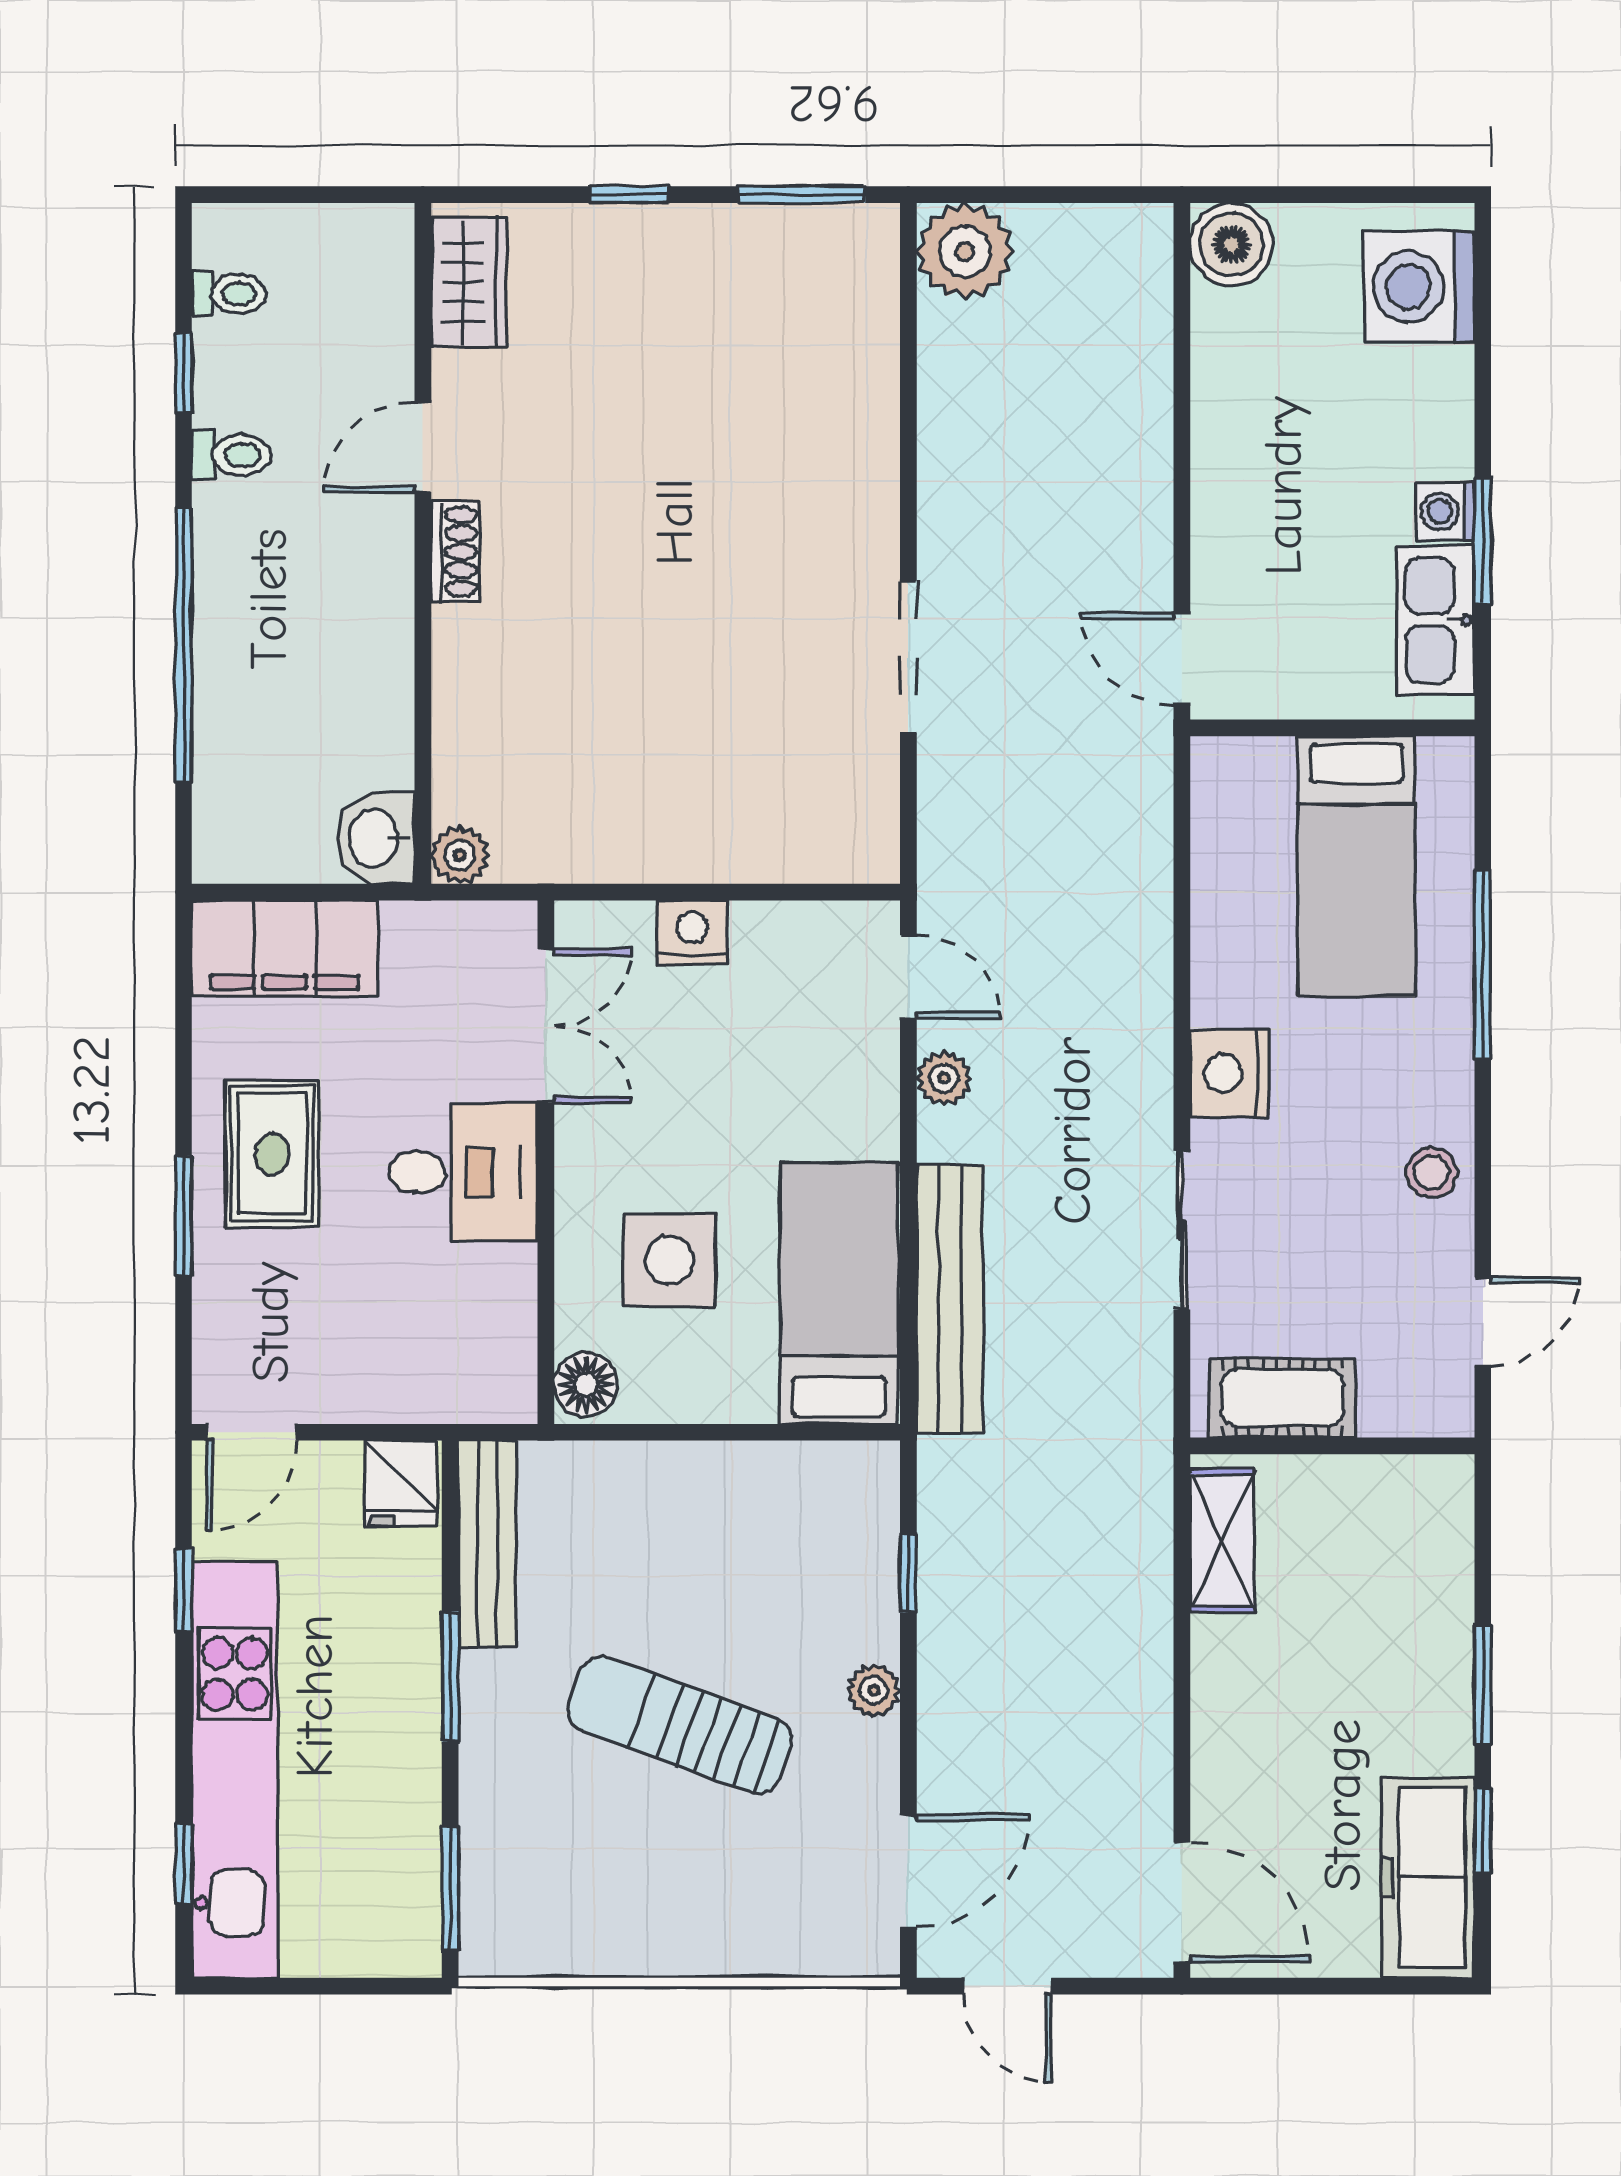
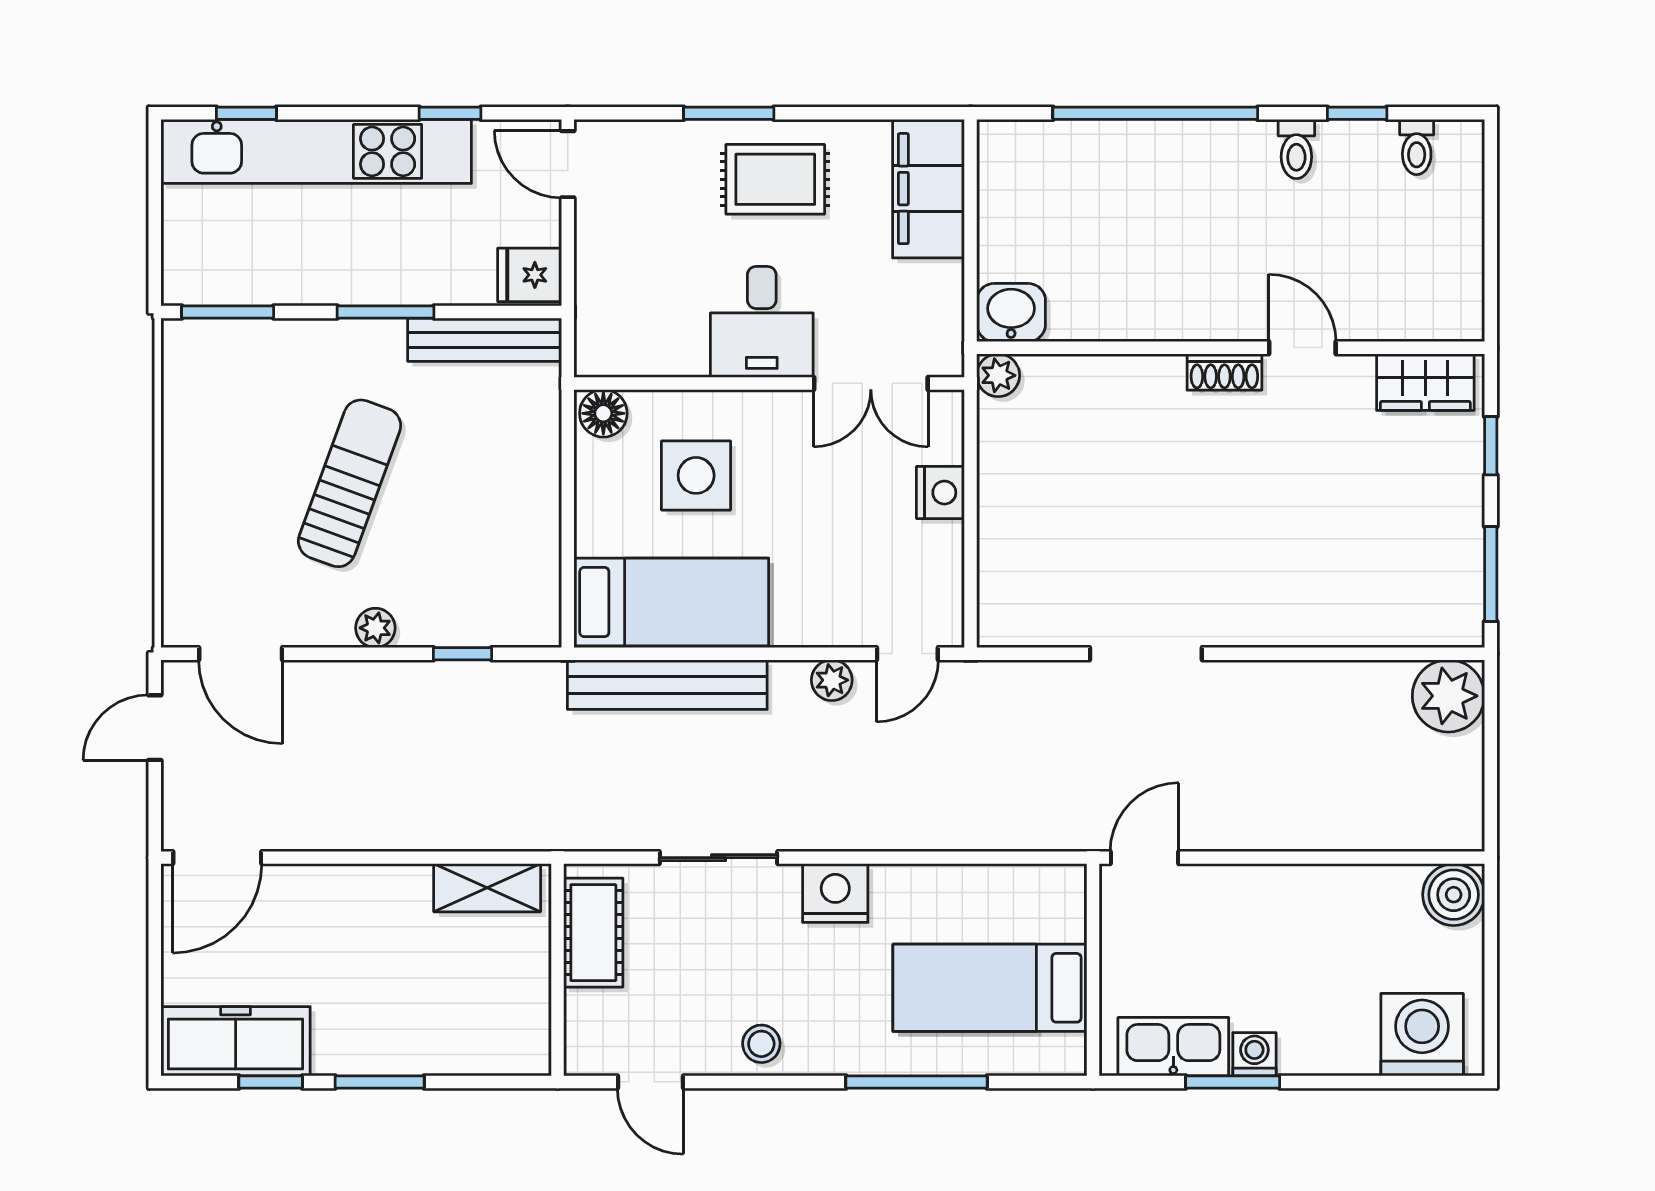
wardrobe: (469, 282) -> (1425, 382), moved
door: (423, 447) -> (1302, 348), moved
wall: (423, 543) -> (1231, 348), moved
shoe rack: (455, 552) -> (1224, 372), moved
washbasin: (376, 838) -> (1011, 313), moved
plant: (460, 855) -> (998, 375), moved

